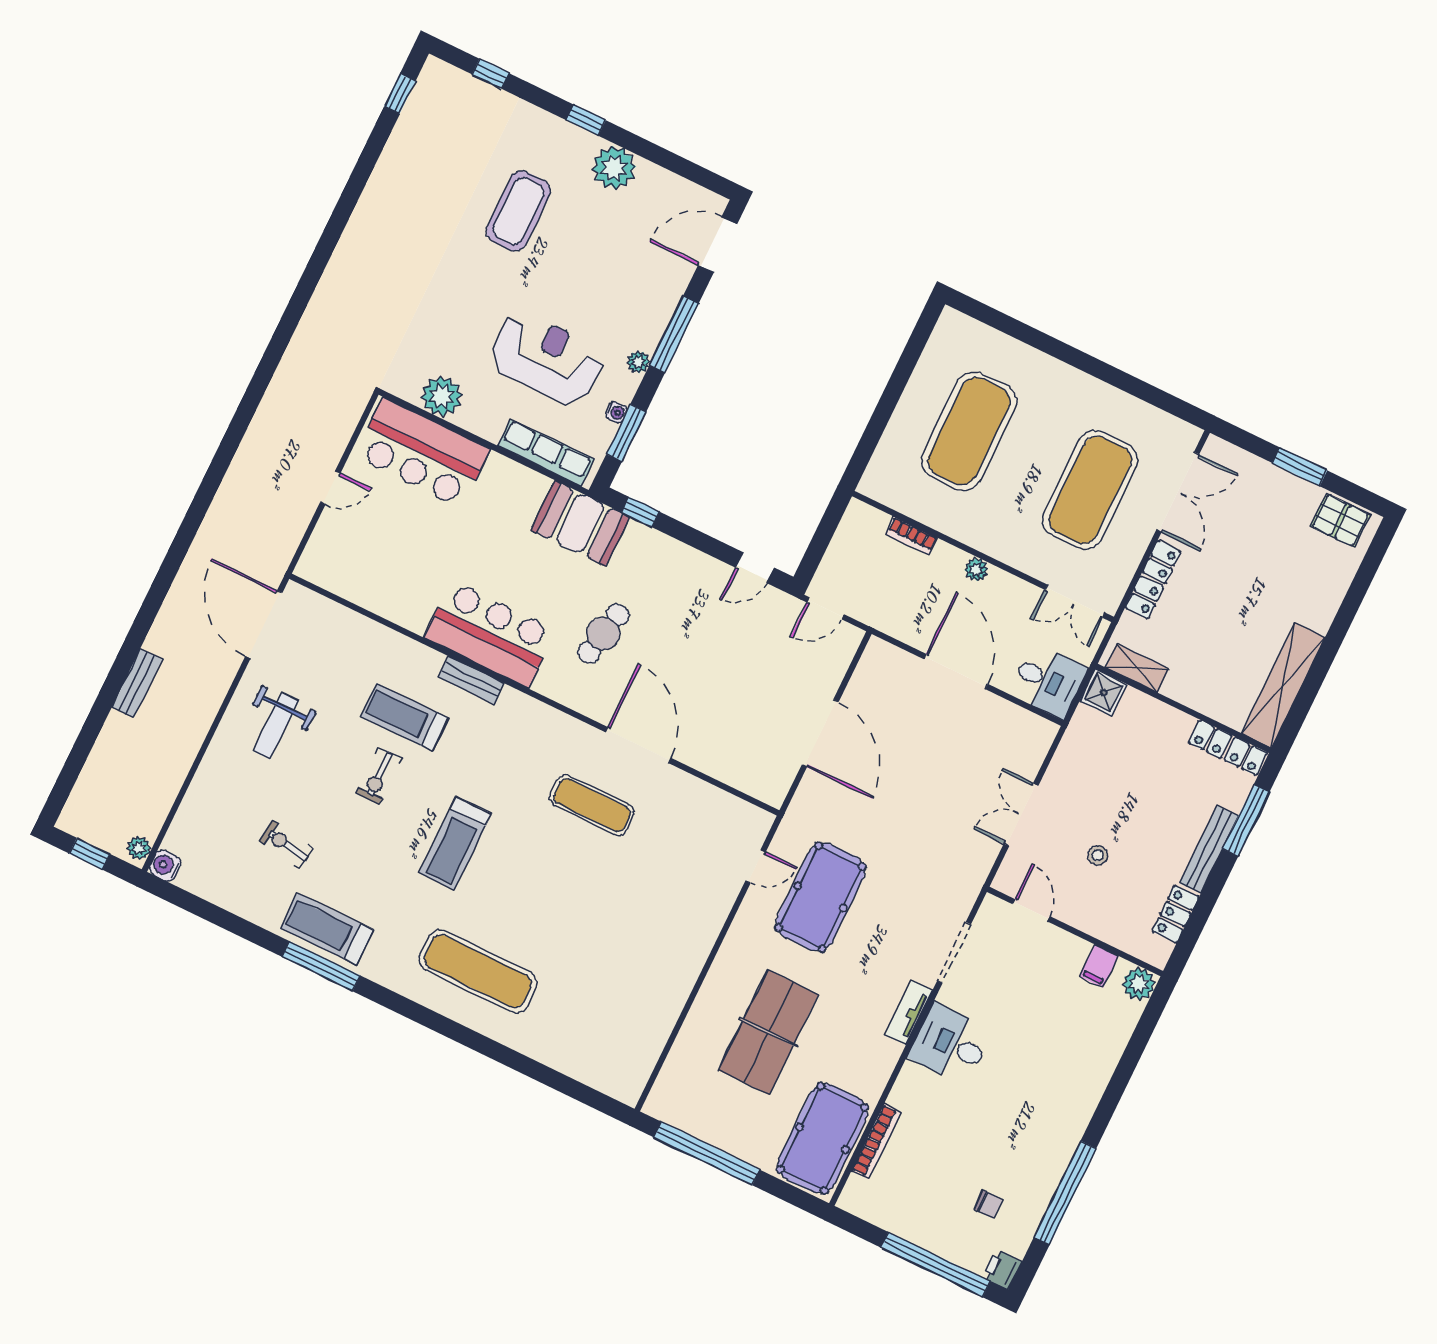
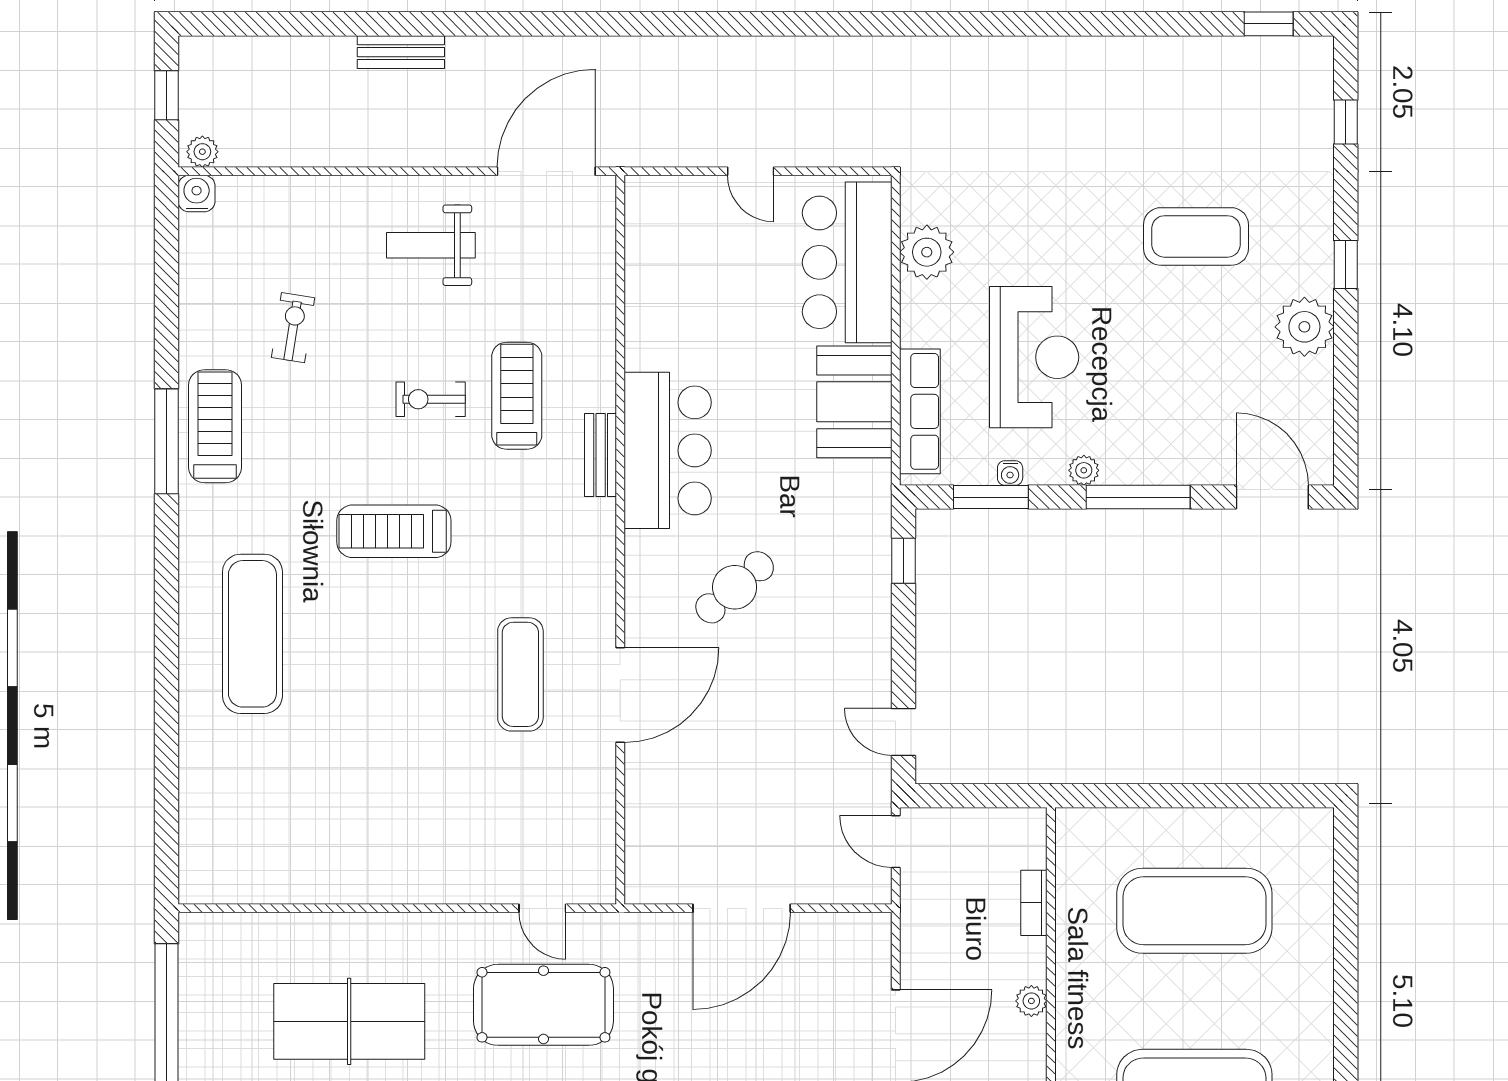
booth: (580, 523) -> (854, 402), moved
cafe table: (603, 634) -> (735, 587), turned -52

